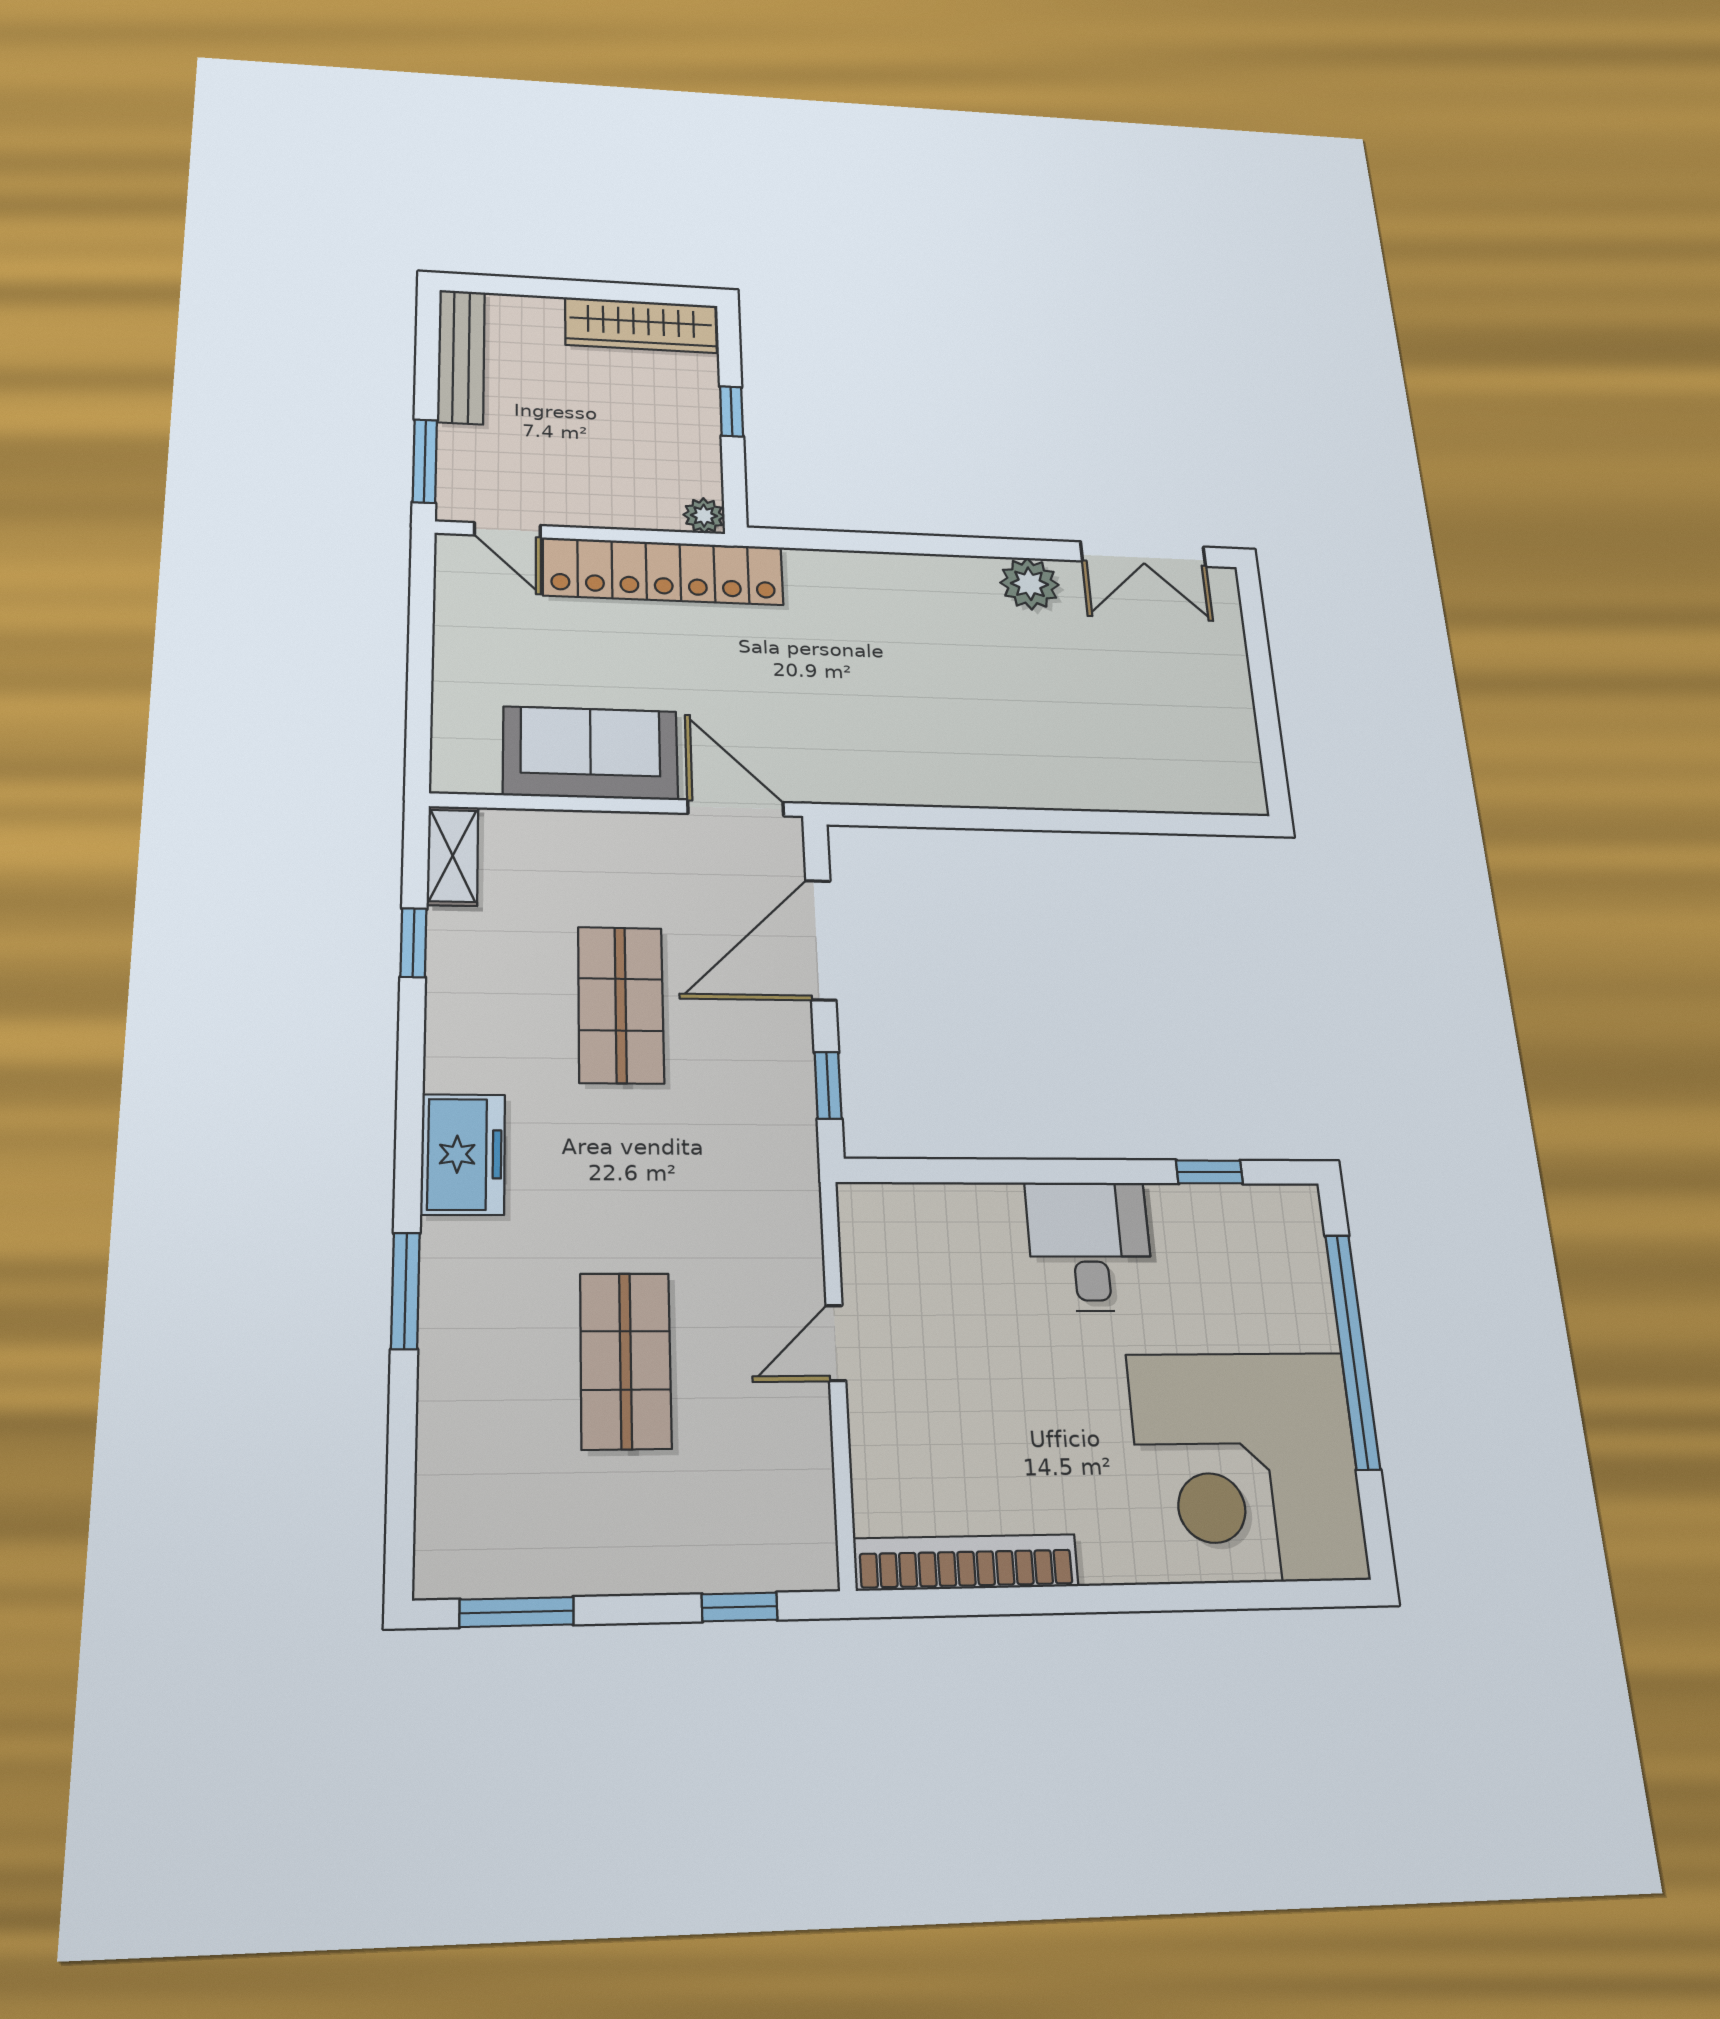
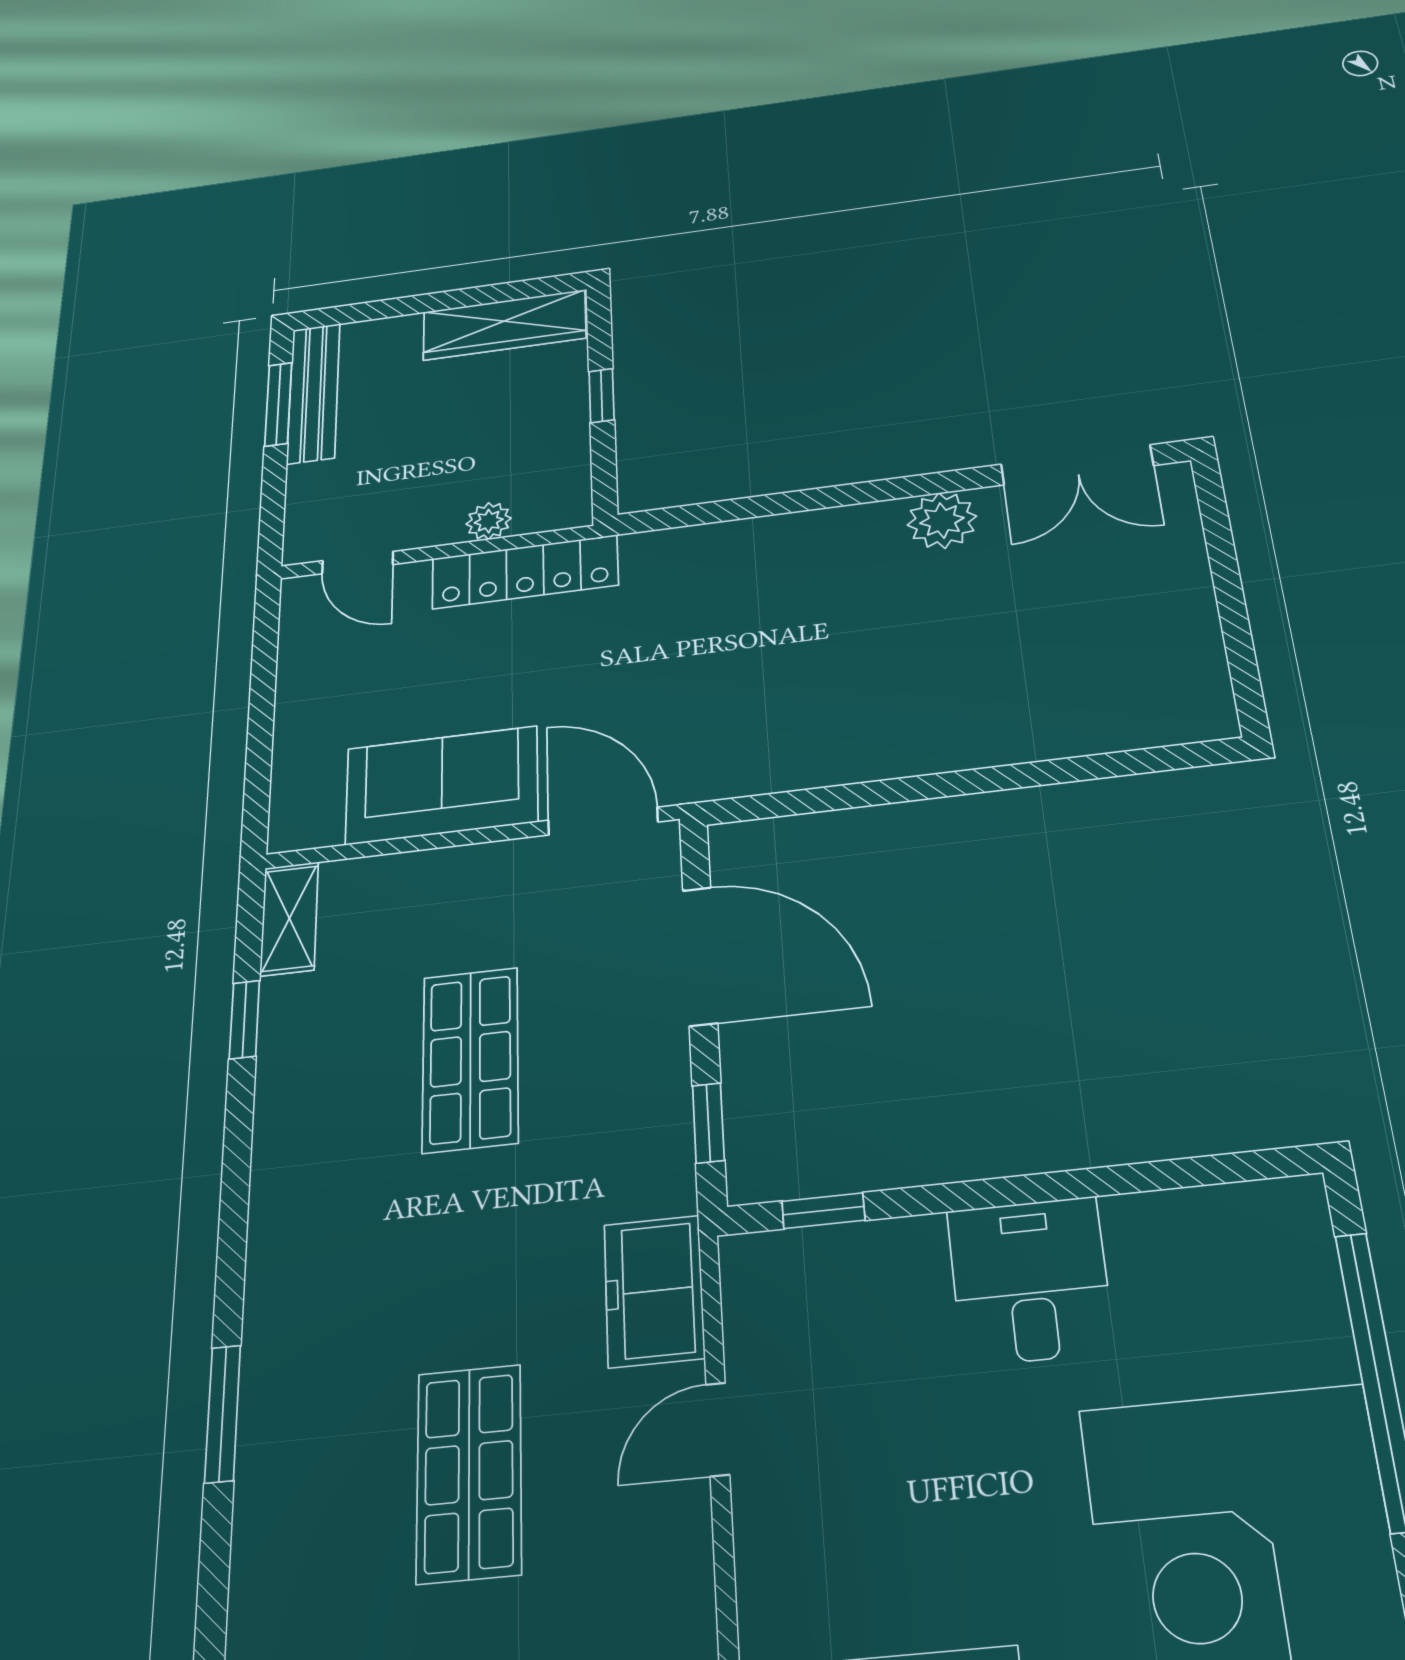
window: (425, 461) -> (278, 404), moved
plant: (704, 516) -> (489, 521), moved
locker: (663, 571) -> (525, 572), width x0.71, depth x0.83
door: (821, 940) -> (700, 956), swing flipped
freezer: (463, 1154) -> (654, 1291), moved, turned 180
window: (1209, 1172) -> (823, 1211), moved

